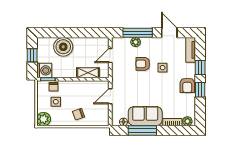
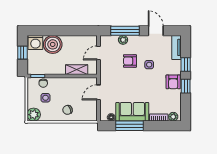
washing machine: (44, 70) -> (35, 42), moved, turned 90

